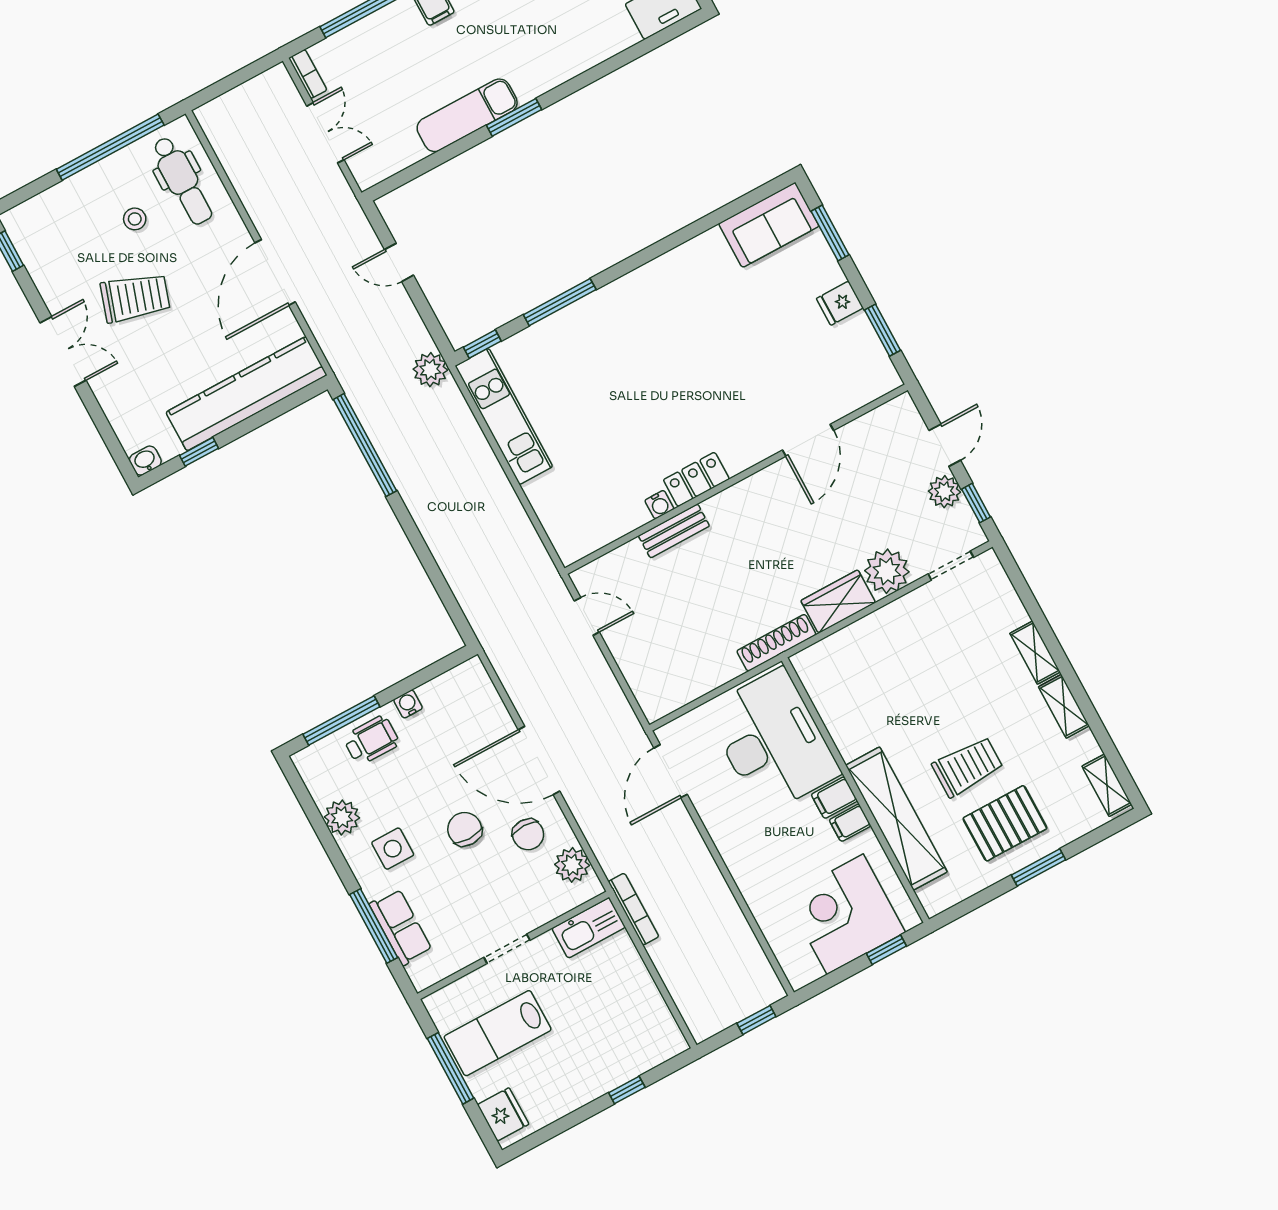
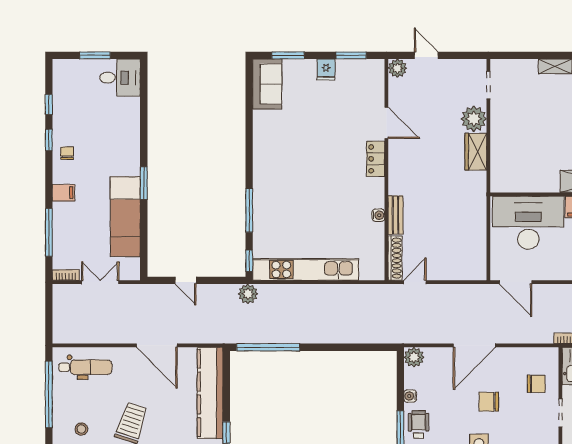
exam couch: (467, 115) -> (125, 217), width x1.36, depth x1.45
stool: (135, 219) -> (81, 429), moved
door: (399, 262) -> (185, 280), hinge flipped
kitchen unit: (504, 416) -> (306, 269), width x1.36
locker: (696, 479) -> (376, 159), moved
plant: (944, 492) -> (397, 68), moved
window: (976, 503) -> (464, 55), removed
shoe rack: (776, 643) -> (395, 258), moved, turned 180
chair: (528, 834) -> (536, 384), moved
plant: (572, 865) -> (414, 357), moved

